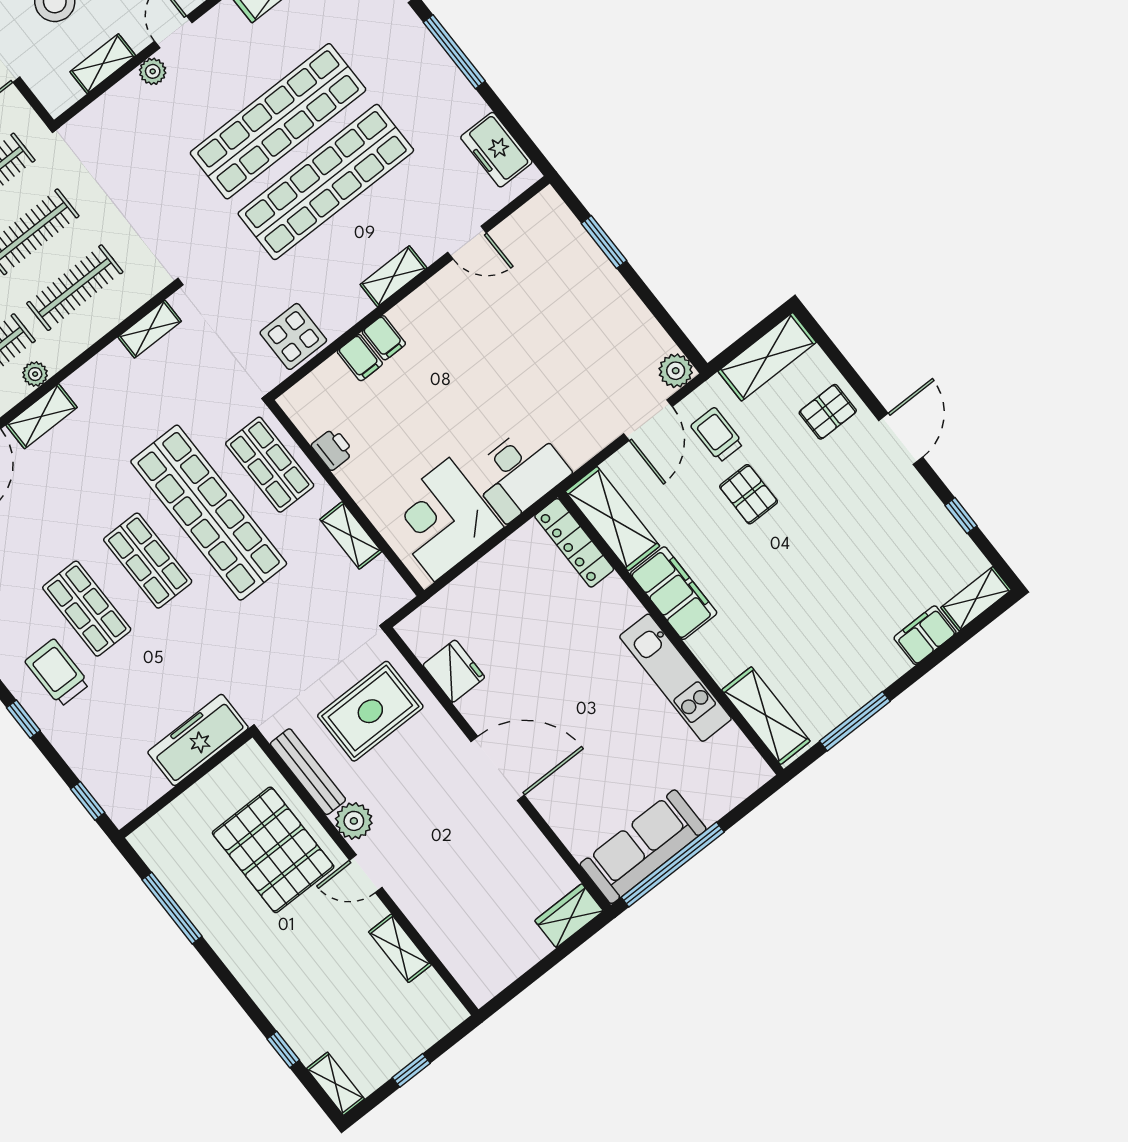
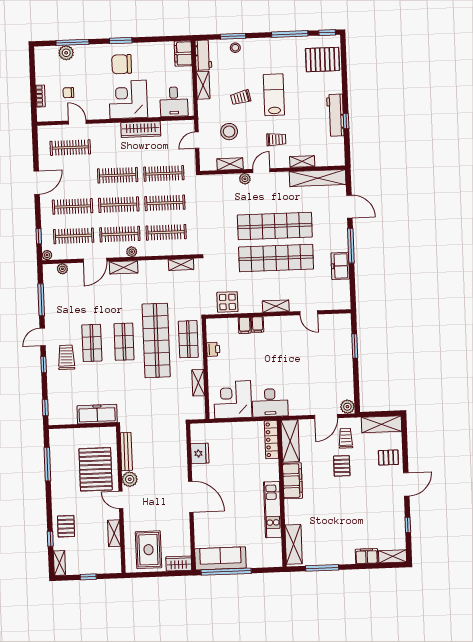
freezer: (496, 150) -> (340, 266), moved
rug: (370, 711) -> (148, 550), moved, turned 90
pallet: (296, 1003) -> (66, 526), added

